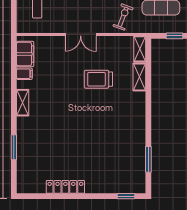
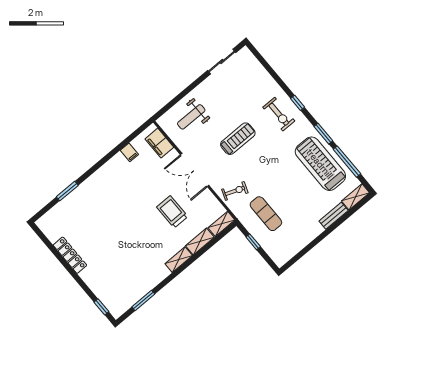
double door: (81, 34) -> (195, 170), width x1.37
filing cabinet: (25, 54) -> (159, 143), moved, turned 90
shelving: (23, 103) -> (179, 260), moved

